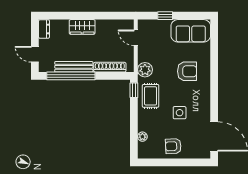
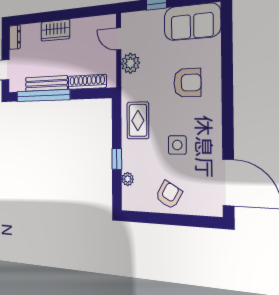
plant: (145, 70) -> (130, 63), moved
window: (134, 90) -> (117, 159), moved
armchair: (173, 146) -> (169, 195), turned 123

